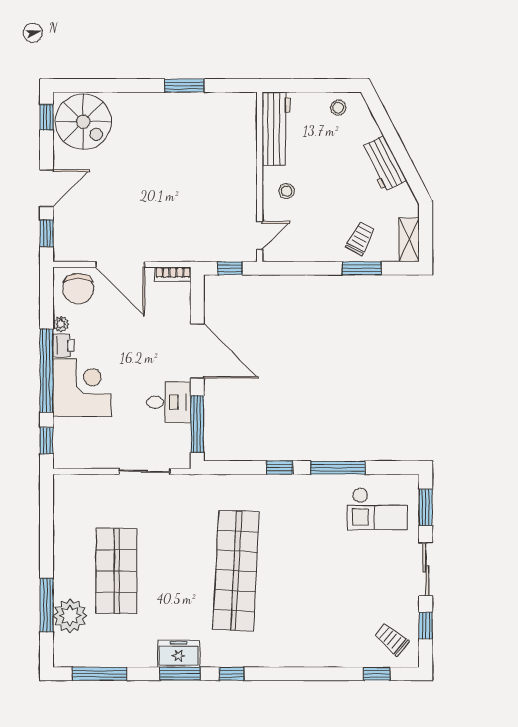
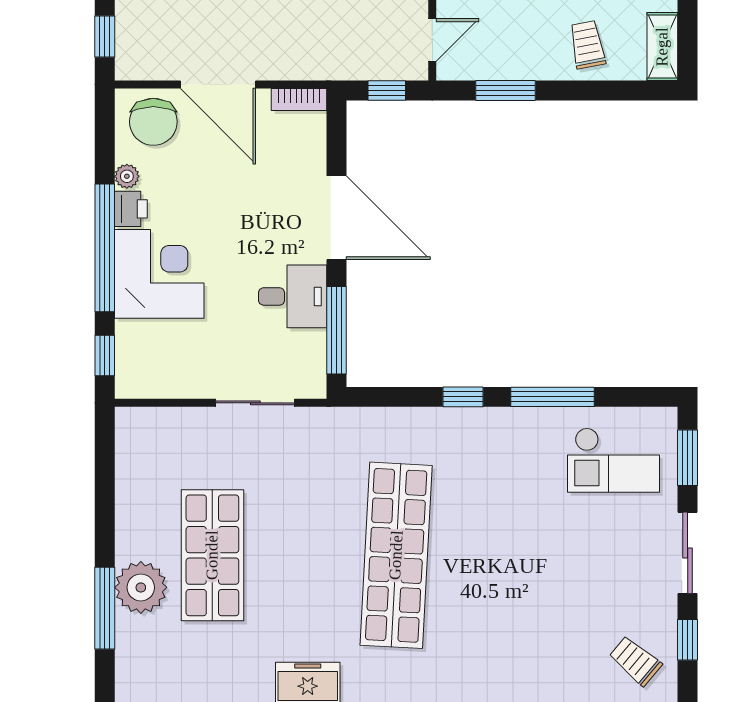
trolley: (360, 238) -> (587, 45), turned -39
window: (362, 268) -> (506, 90), moved
plant: (70, 616) -> (141, 587), moved

